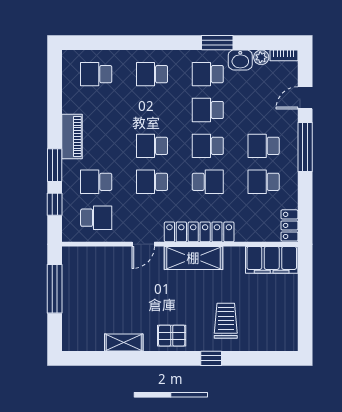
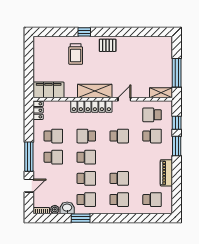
piano: (72, 137) -> (166, 173), moved
school desk: (152, 146) -> (119, 178), moved
shelving: (124, 342) -> (161, 93), moved

